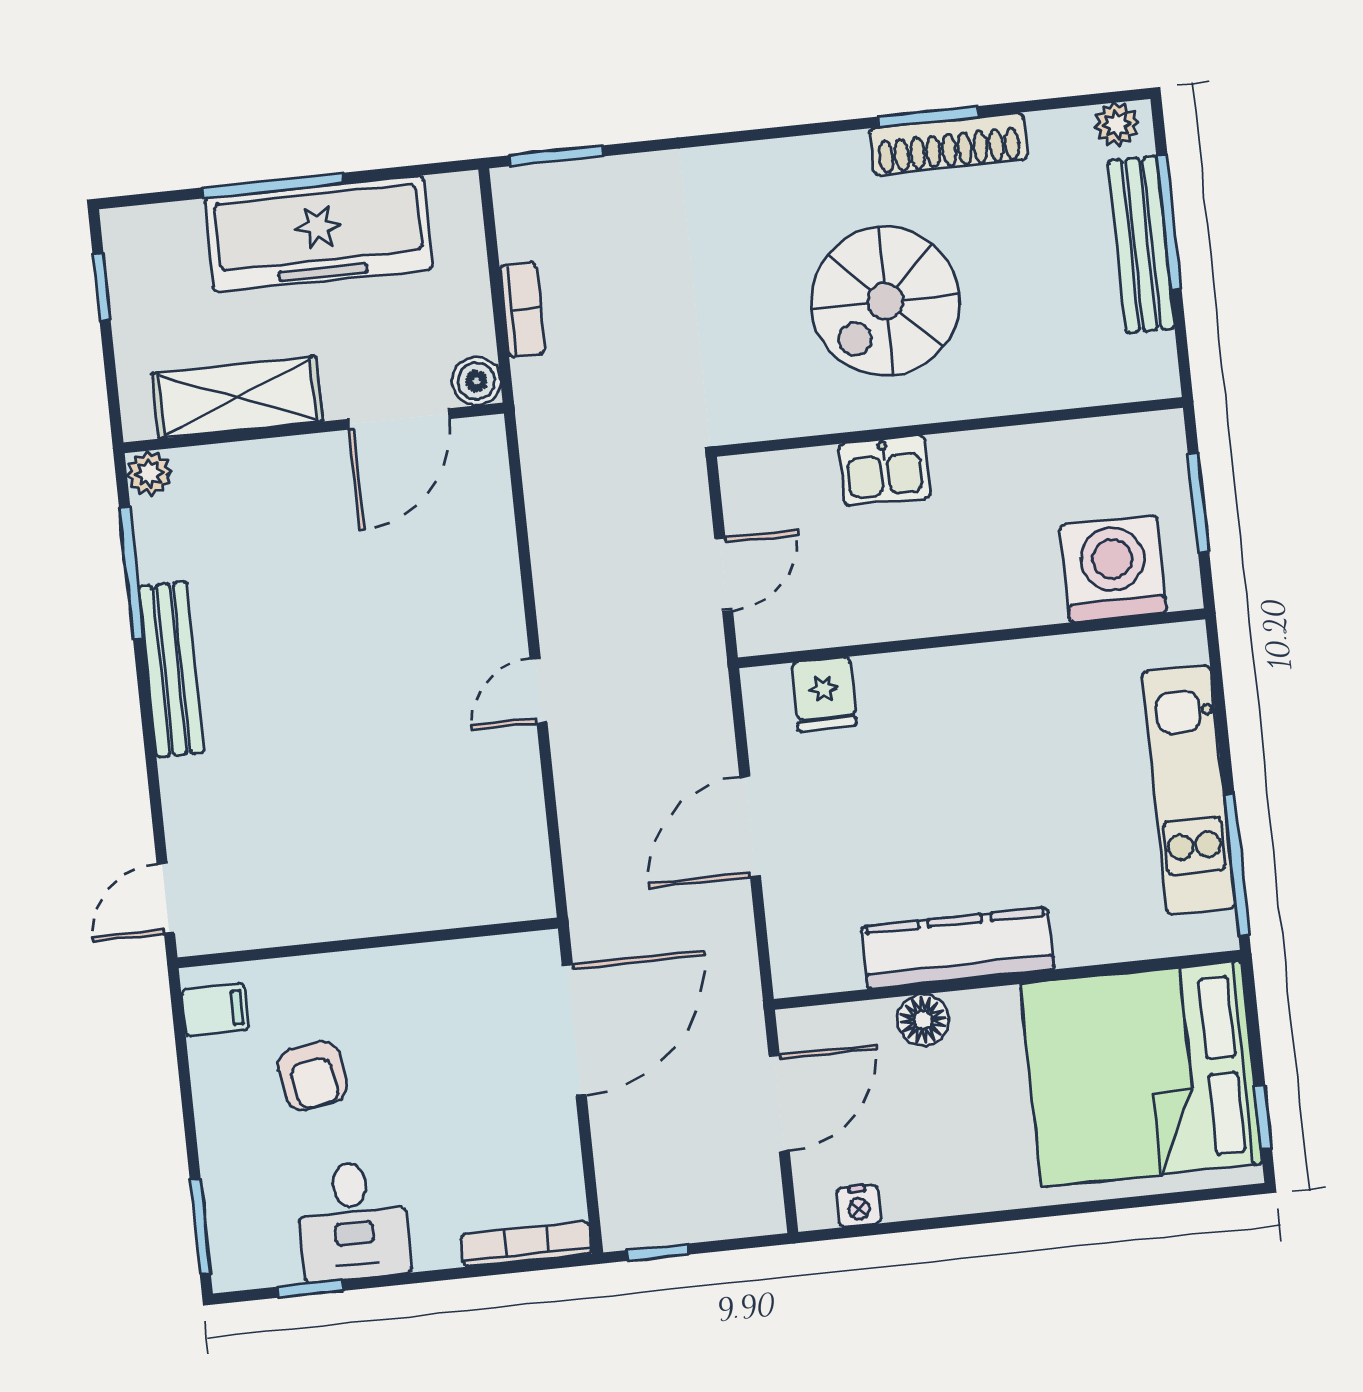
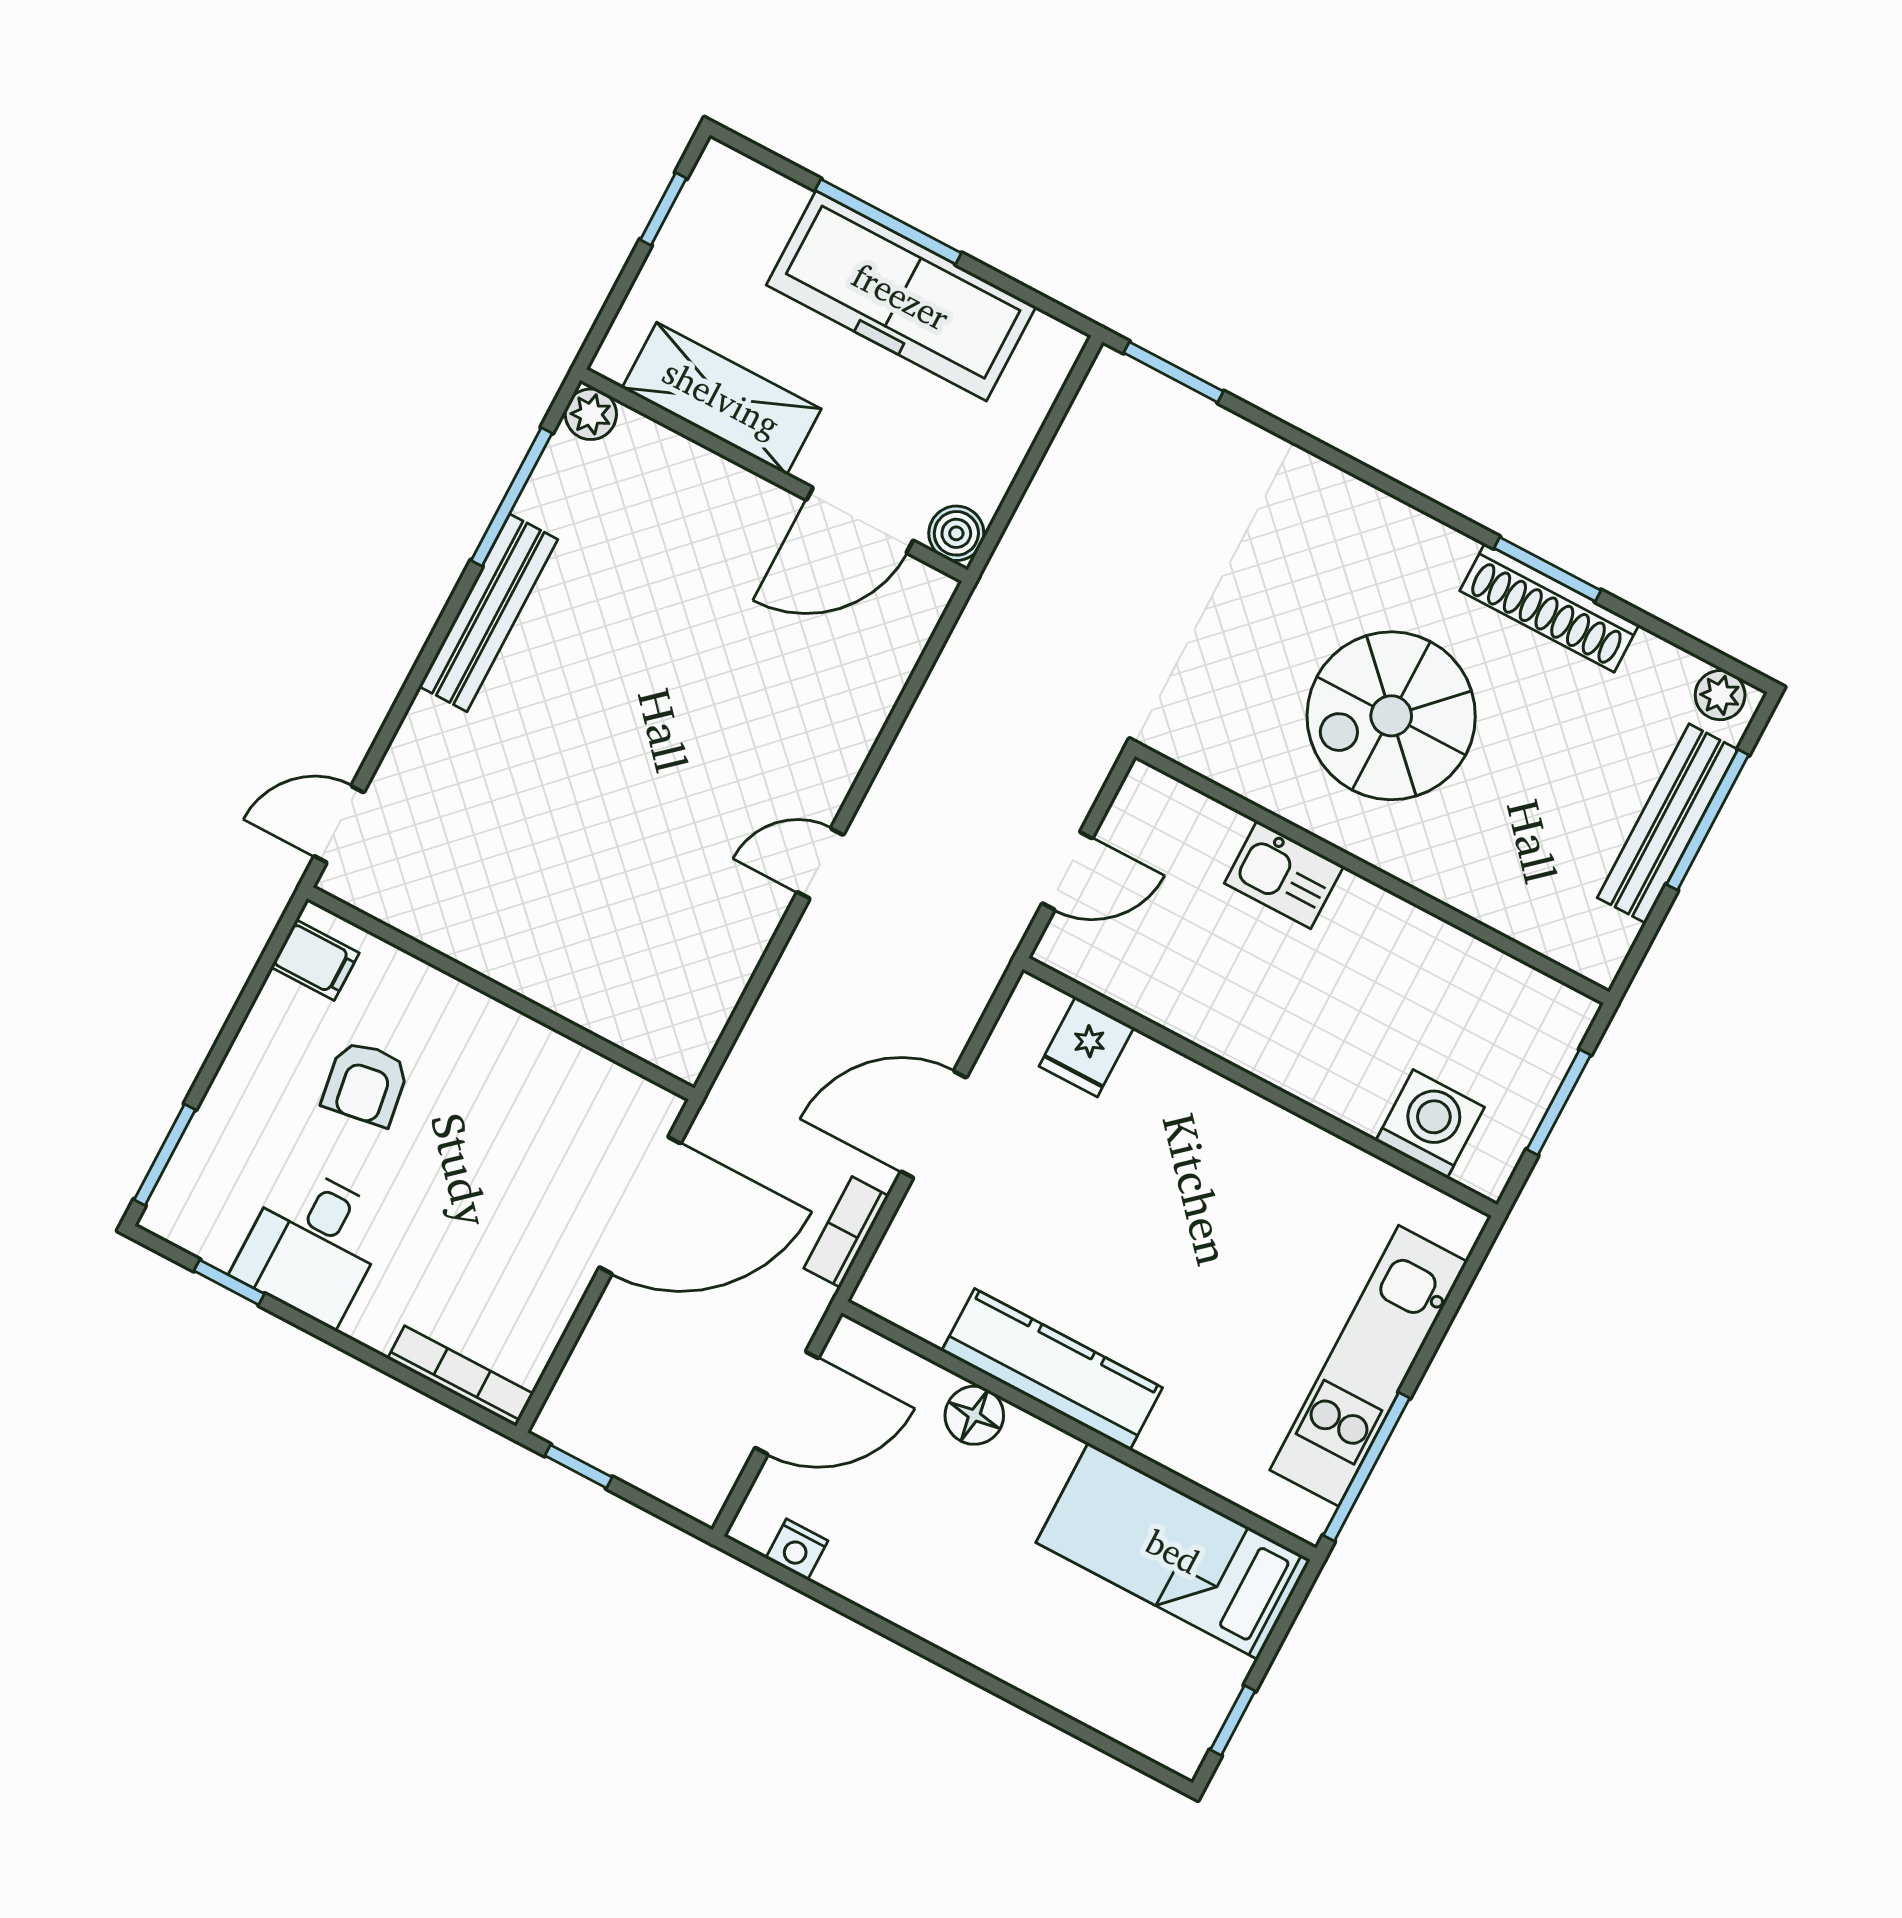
bookcase: (522, 309) -> (846, 1232), moved, turned 180
washing machine: (1113, 569) -> (1430, 1124), width x0.73, depth x0.73
bed: (1141, 1074) -> (1173, 1551), width x0.49

